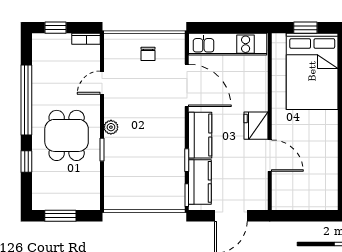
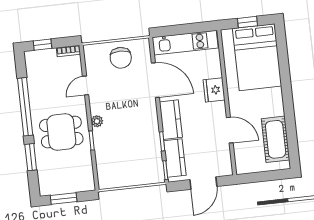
chair: (148, 54) -> (121, 58), width x1.87, depth x1.87
fridge: (256, 126) -> (214, 90), moved
dining table: (67, 135) -> (61, 132), turned 90
window: (26, 162) -> (31, 157), width x1.50
cot: (324, 173) -> (276, 139), added

